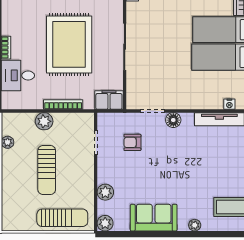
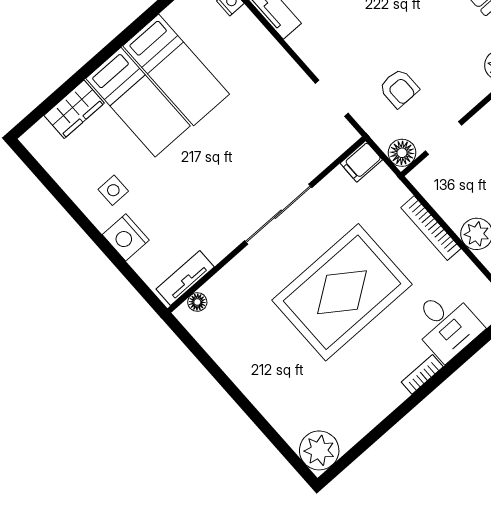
filing cabinet: (109, 100) -> (361, 161), width x0.50
floor lamp: (173, 120) -> (402, 153), moved

